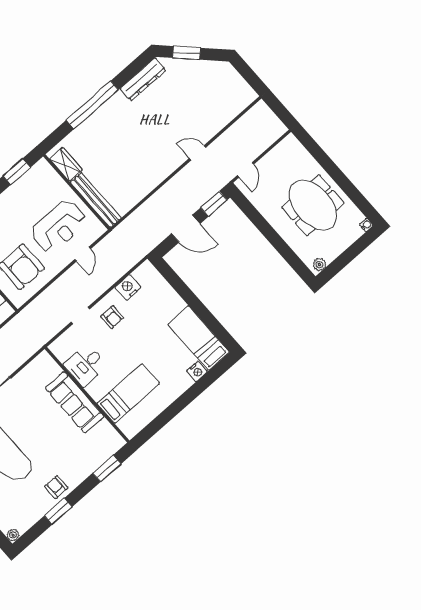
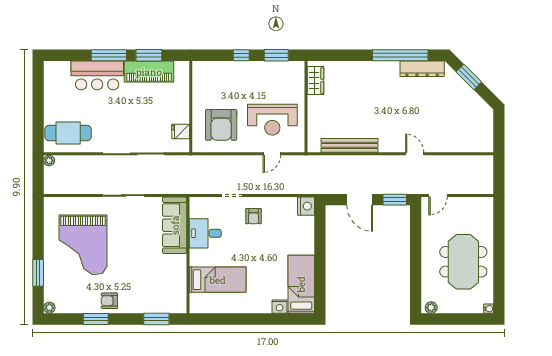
window: (92, 105) -> (400, 55), moved
bench: (96, 200) -> (350, 145), moved, turned 90
nightstand: (128, 287) -> (306, 206), moved, turned 90
sofa: (75, 402) -> (175, 225), moved
armchair: (56, 487) -> (109, 301), turned -90

